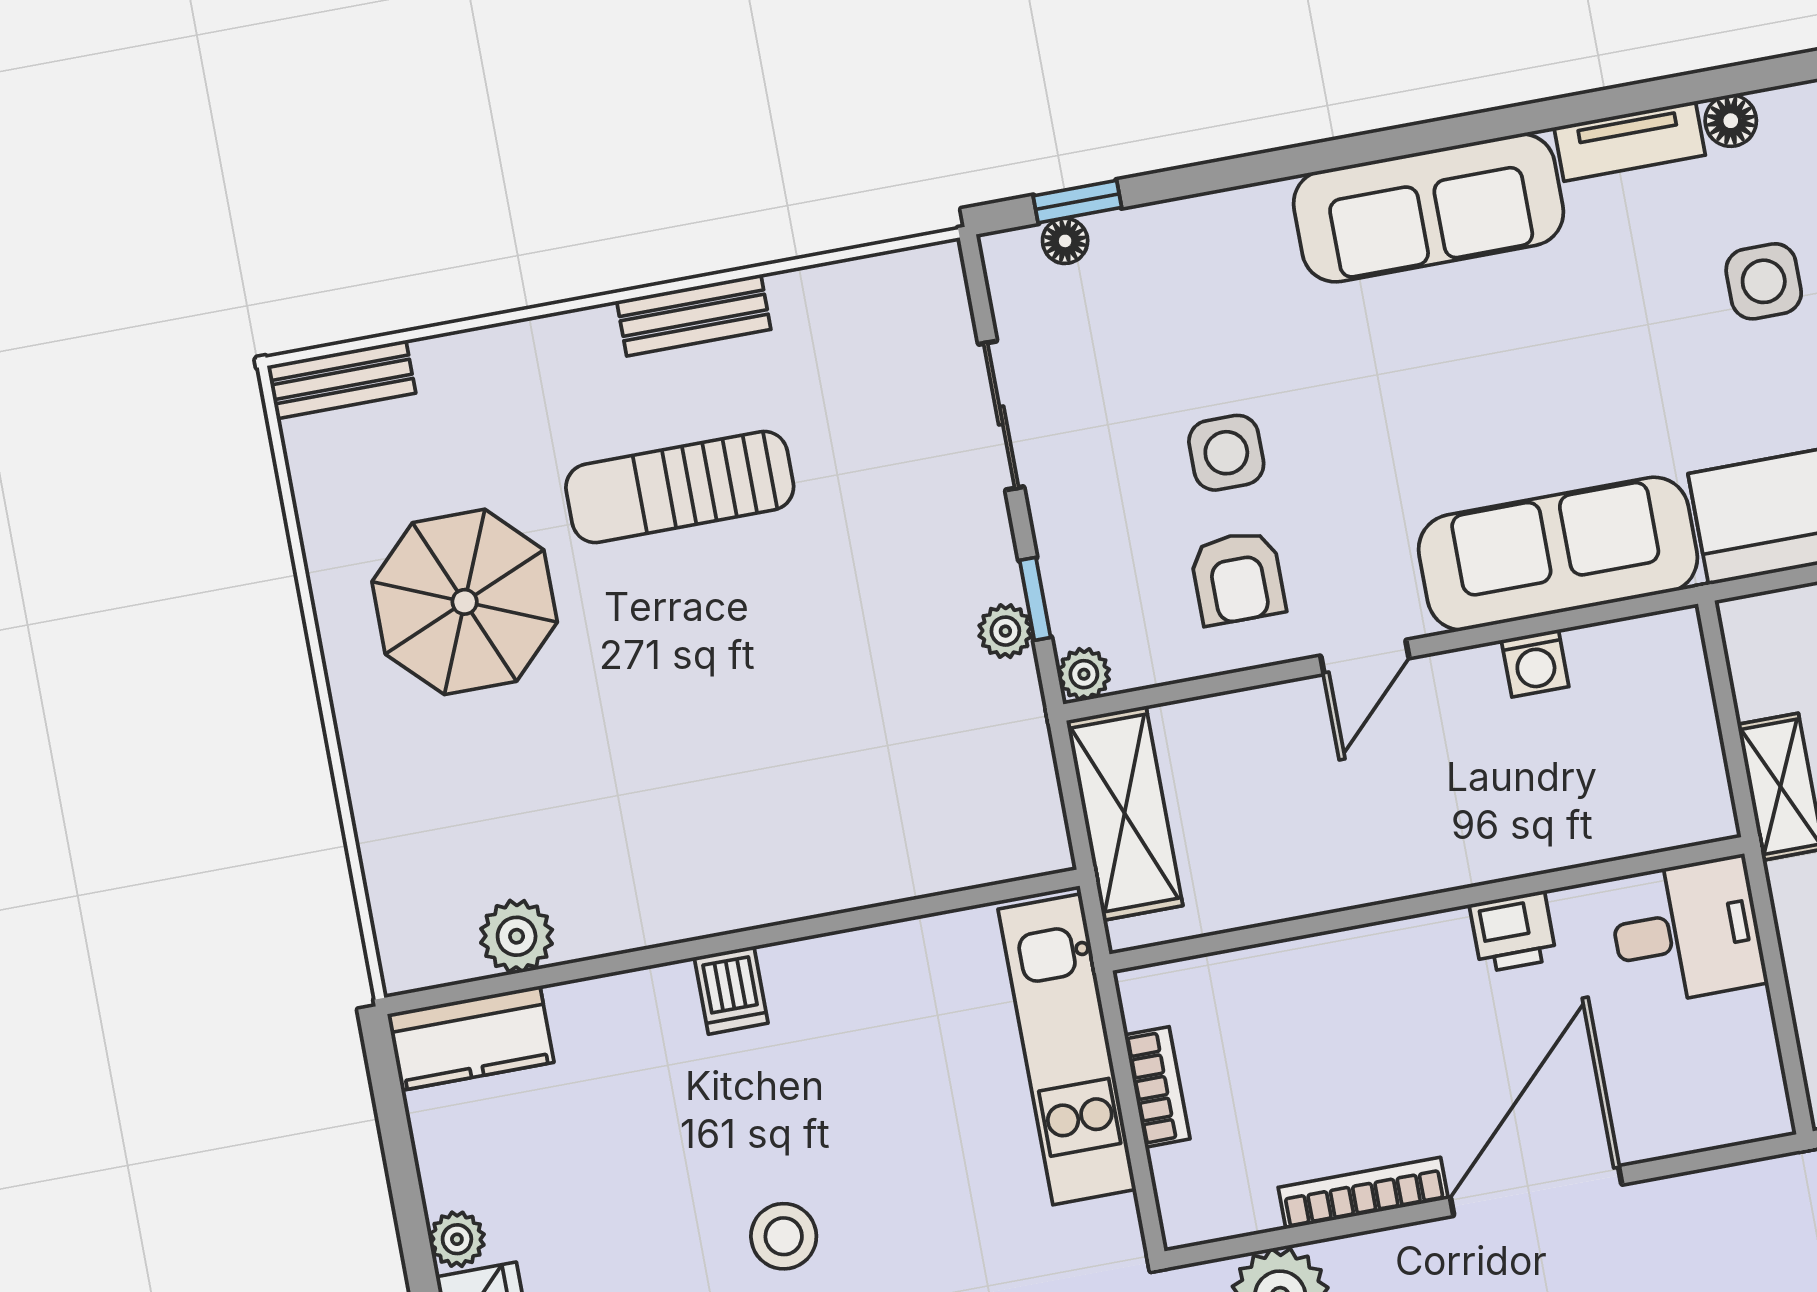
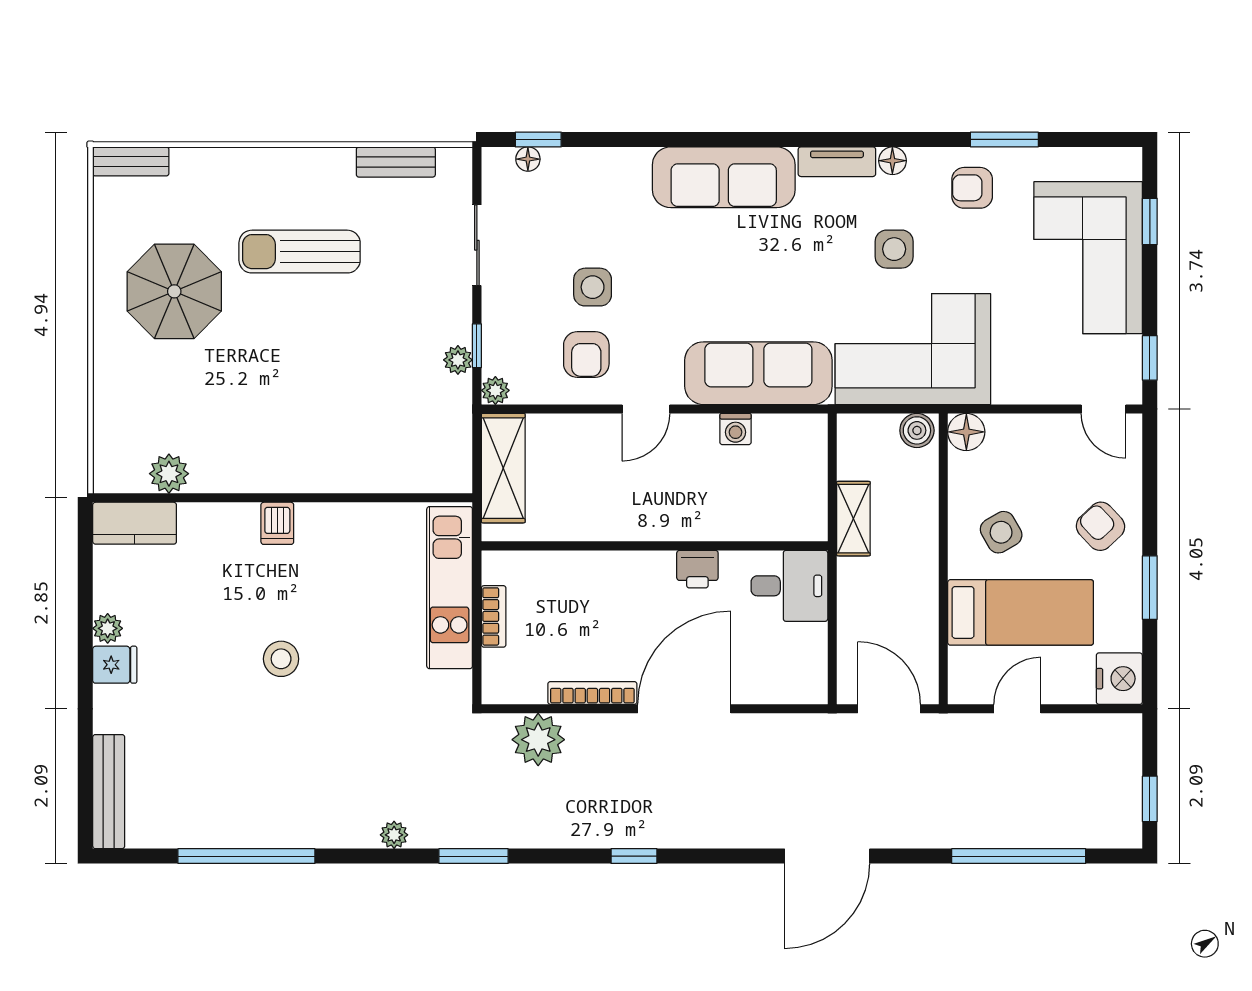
bench: (694, 315) -> (396, 162), moved

